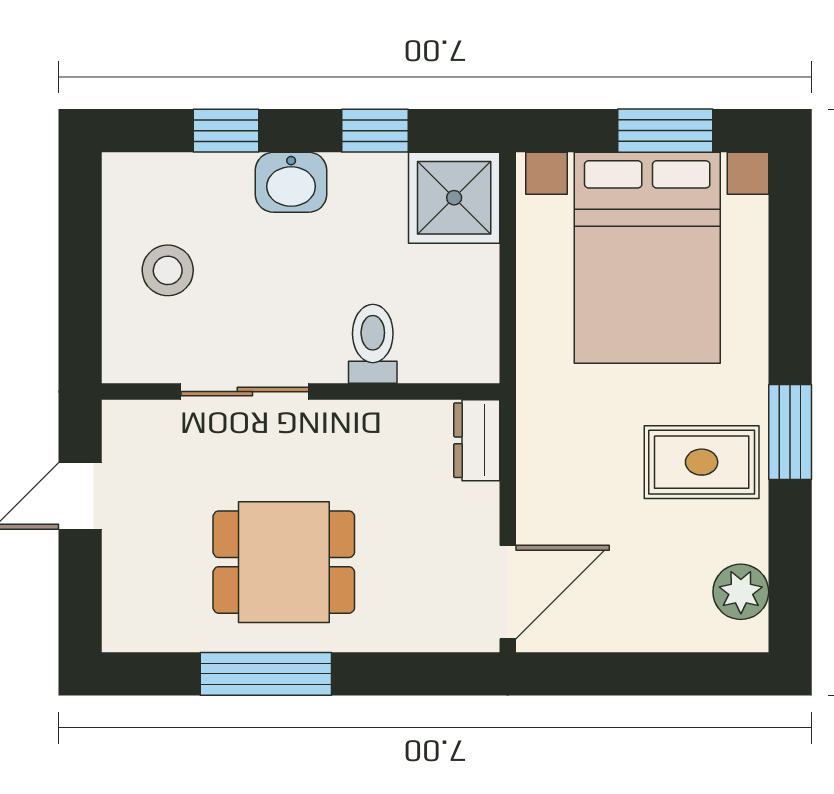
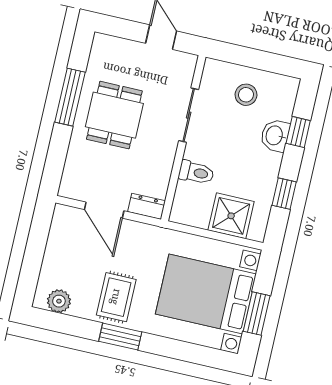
washbasin: (291, 182) -> (275, 136), moved
shower: (454, 198) -> (231, 216), moved
door: (508, 592) -> (104, 210), moved

